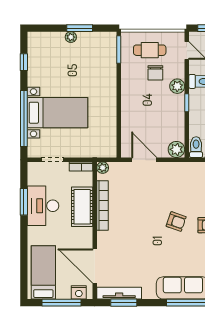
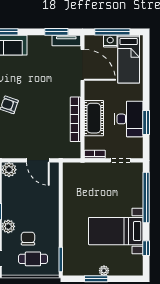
bed with nightstands: (58, 113) -> (116, 231), moved
plant: (103, 168) -> (75, 153), removed
nightstand: (79, 292) -> (110, 41), moved
tv unit: (119, 293) -> (66, 40), width x0.71

